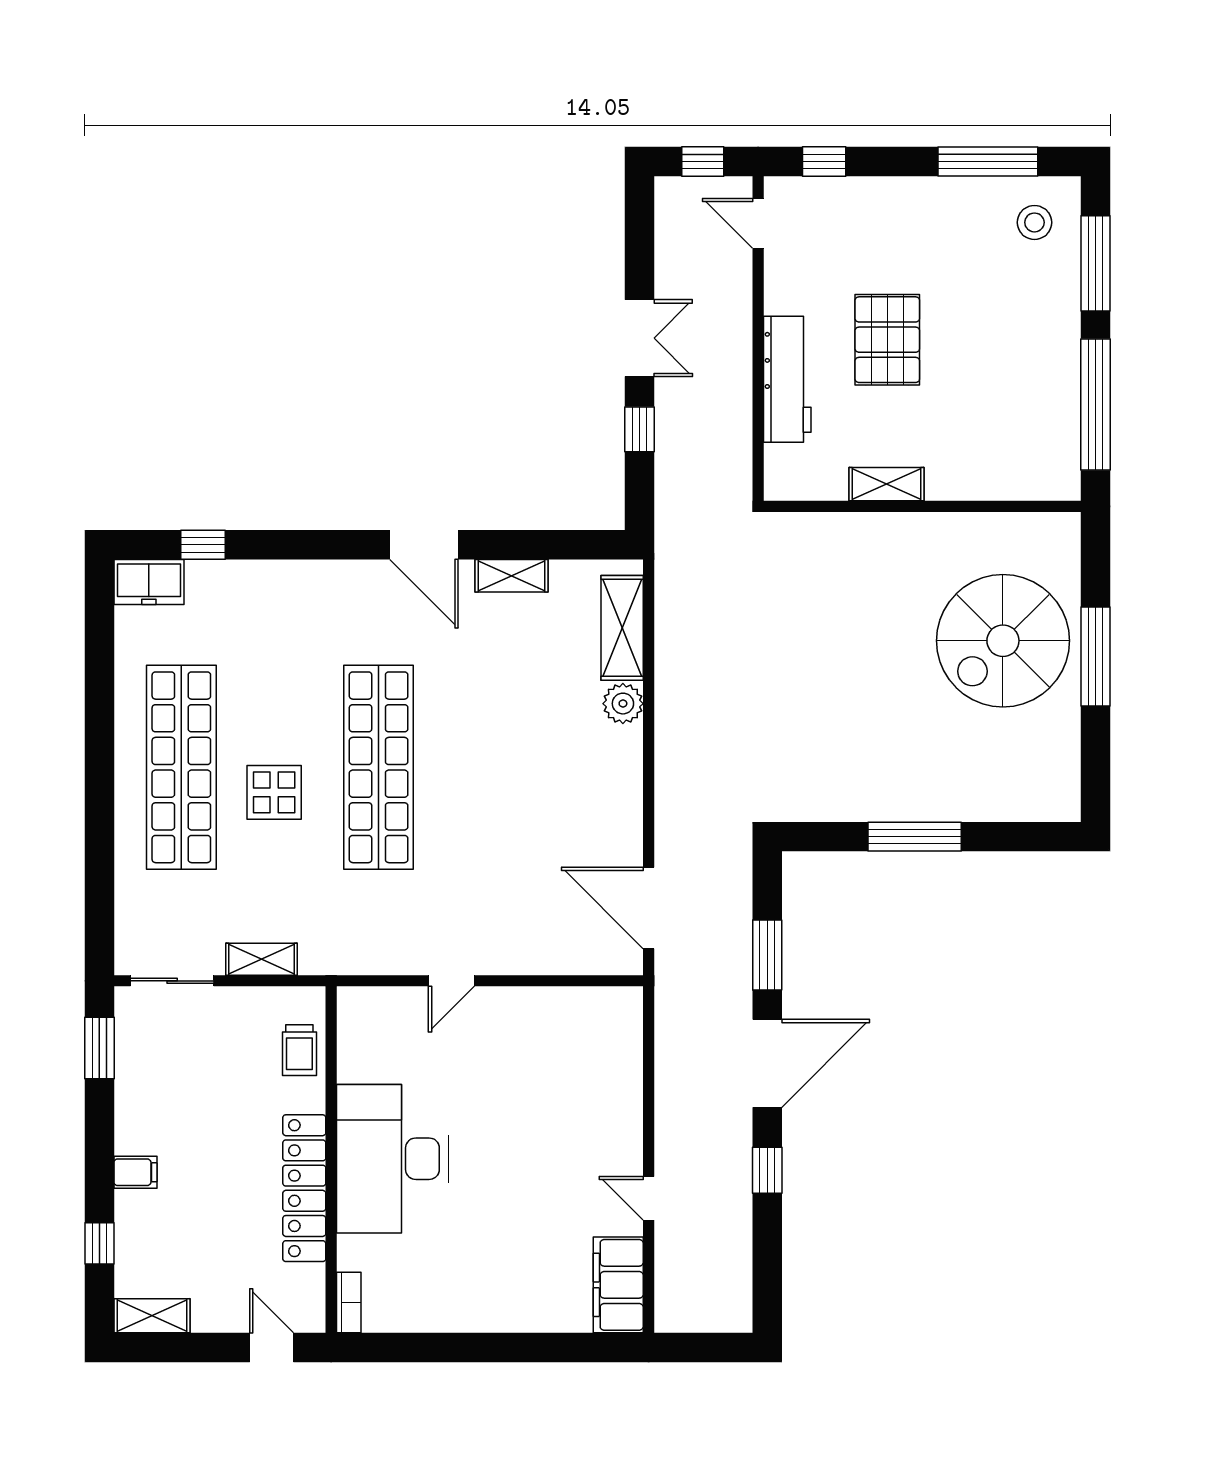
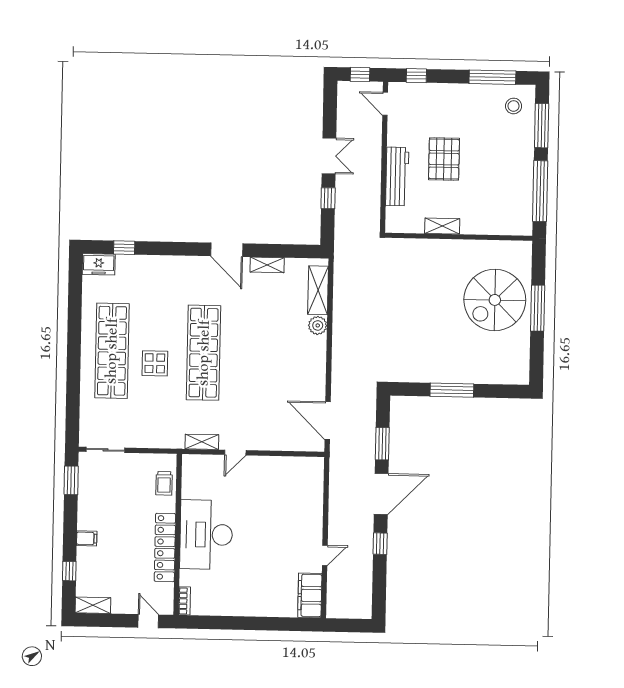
shelving: (262, 959) -> (202, 442), moved
door: (649, 1198) -> (325, 555), swing flipped

